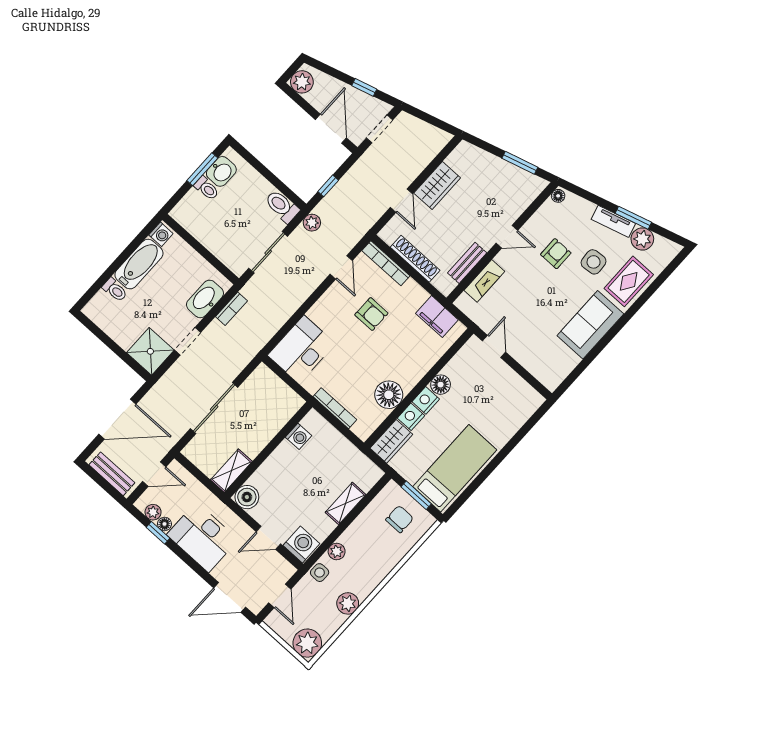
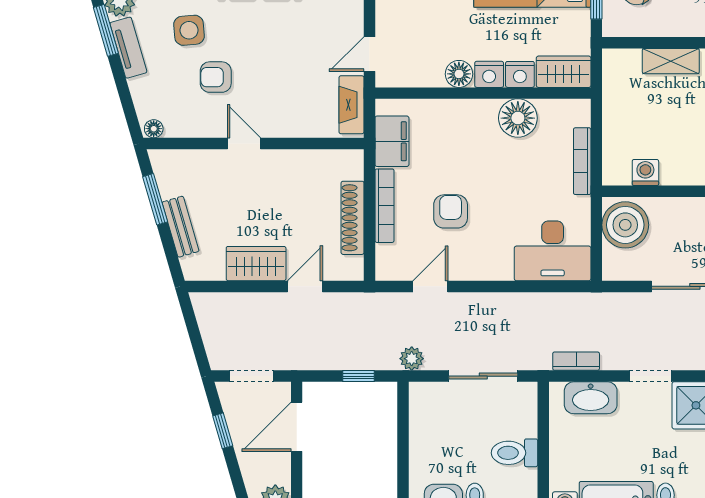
toilet: (282, 206) -> (514, 453), moved, turned 90
bookcase: (386, 263) -> (385, 206), moved
bench: (467, 263) -> (181, 227), moved, turned 74
fireplace: (484, 281) -> (351, 105), moved, turned -90
boiler: (280, 400) -> (625, 225), added

